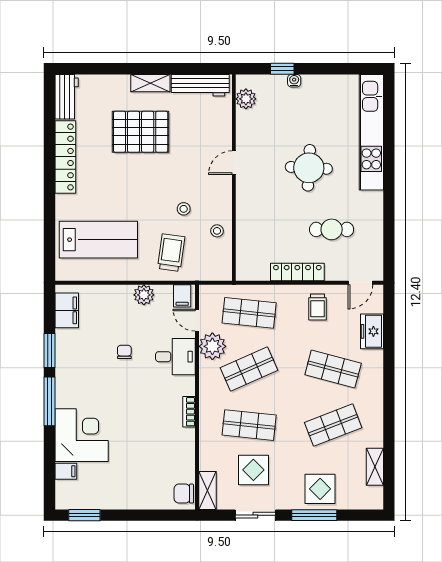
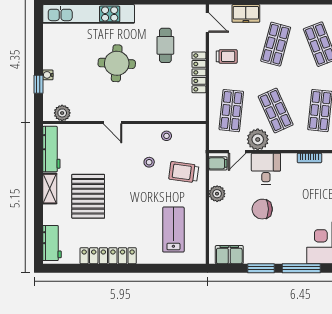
workbench: (67, 97) -> (52, 243), moved, turned 90
lab bench: (98, 240) -> (173, 230), width x0.73, depth x0.72
chair: (124, 352) -> (262, 209), width x1.87, depth x1.87

